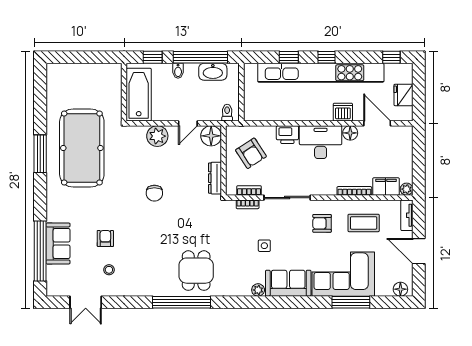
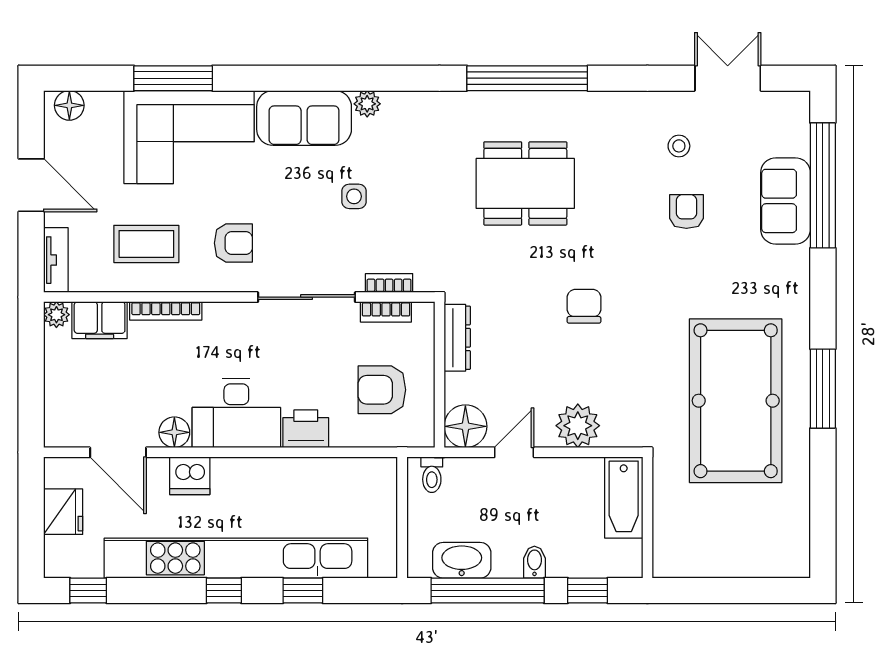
bathtub: (139, 95) -> (624, 497), width x0.73, depth x0.73
armchair: (251, 153) -> (382, 390), turned -57
armchair: (105, 238) -> (686, 212), turned 180
dining table: (196, 271) -> (525, 183), moved, width x1.38

